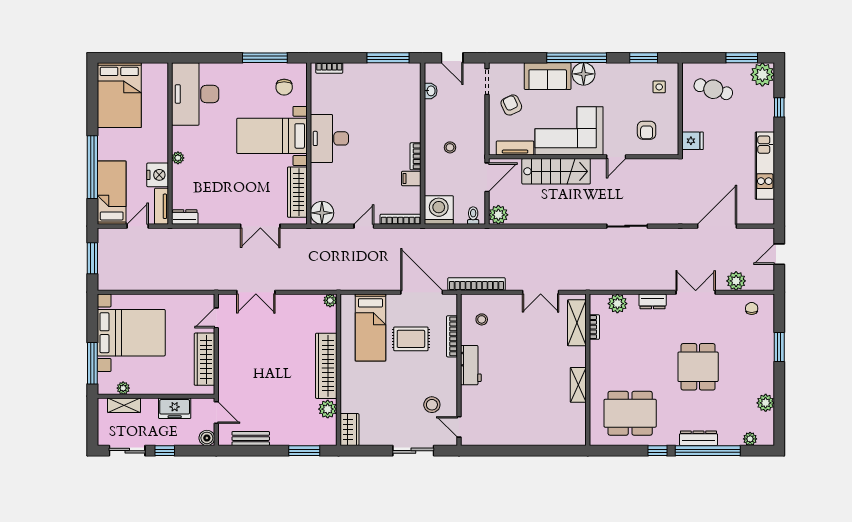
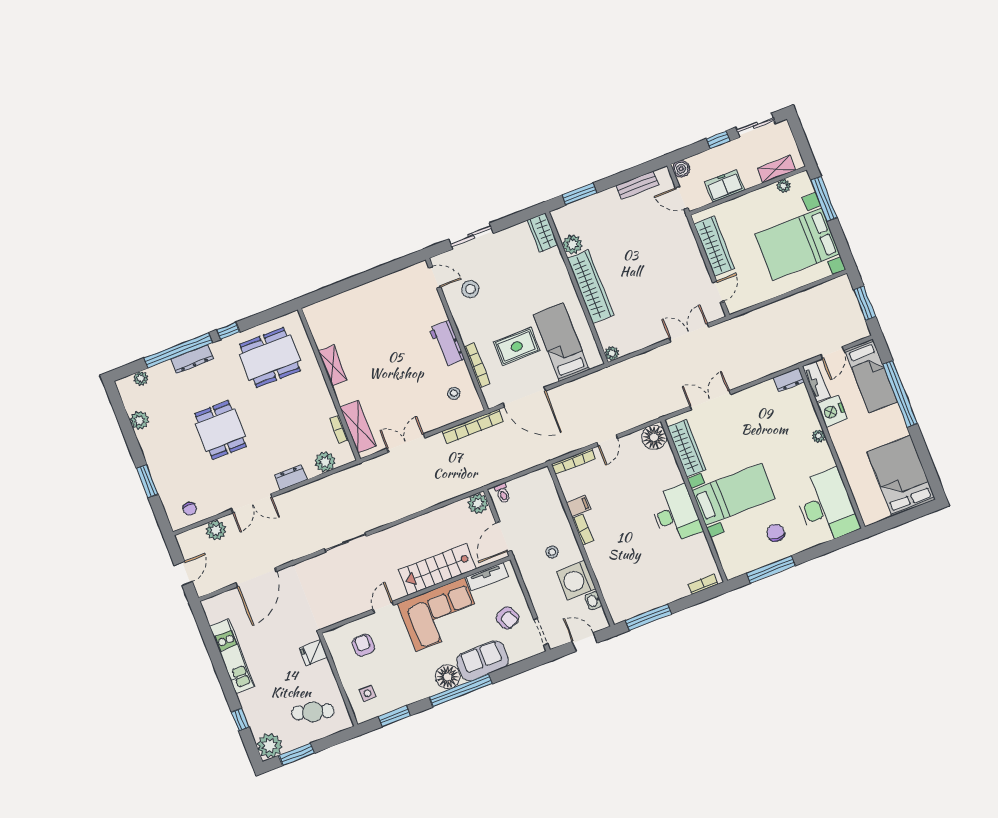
chair: (284, 87) -> (776, 533), moved
washing machine: (439, 210) -> (576, 580), moved, turned 90

